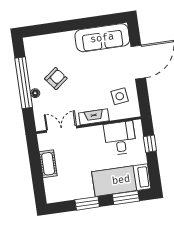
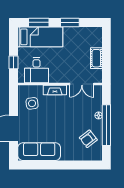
armchair: (56, 79) -> (88, 139), moved

